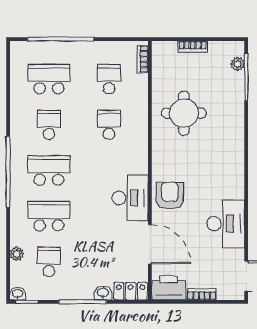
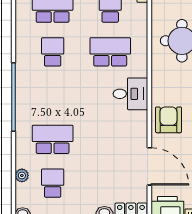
school desk: (109, 125) -> (110, 52), width x1.85
school desk: (49, 170) -> (53, 96), removed
desk: (130, 198) -> (130, 94), moved, width x0.73

